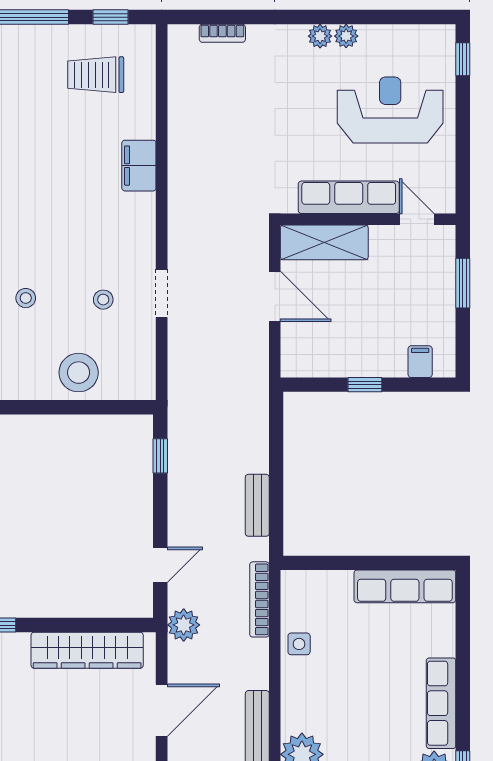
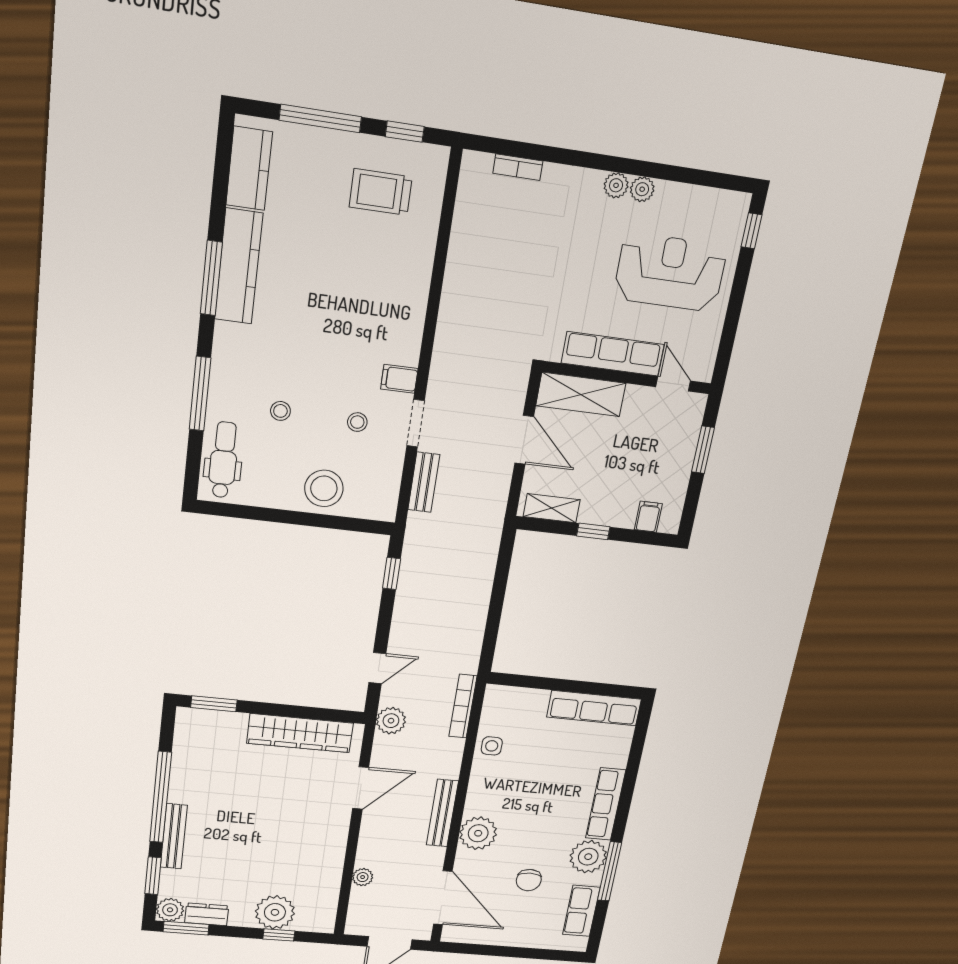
filing cabinet: (139, 166) -> (399, 379), moved, width x0.50
shelving: (316, 365) -> (552, 508), added
bench: (257, 505) -> (424, 482), moved

